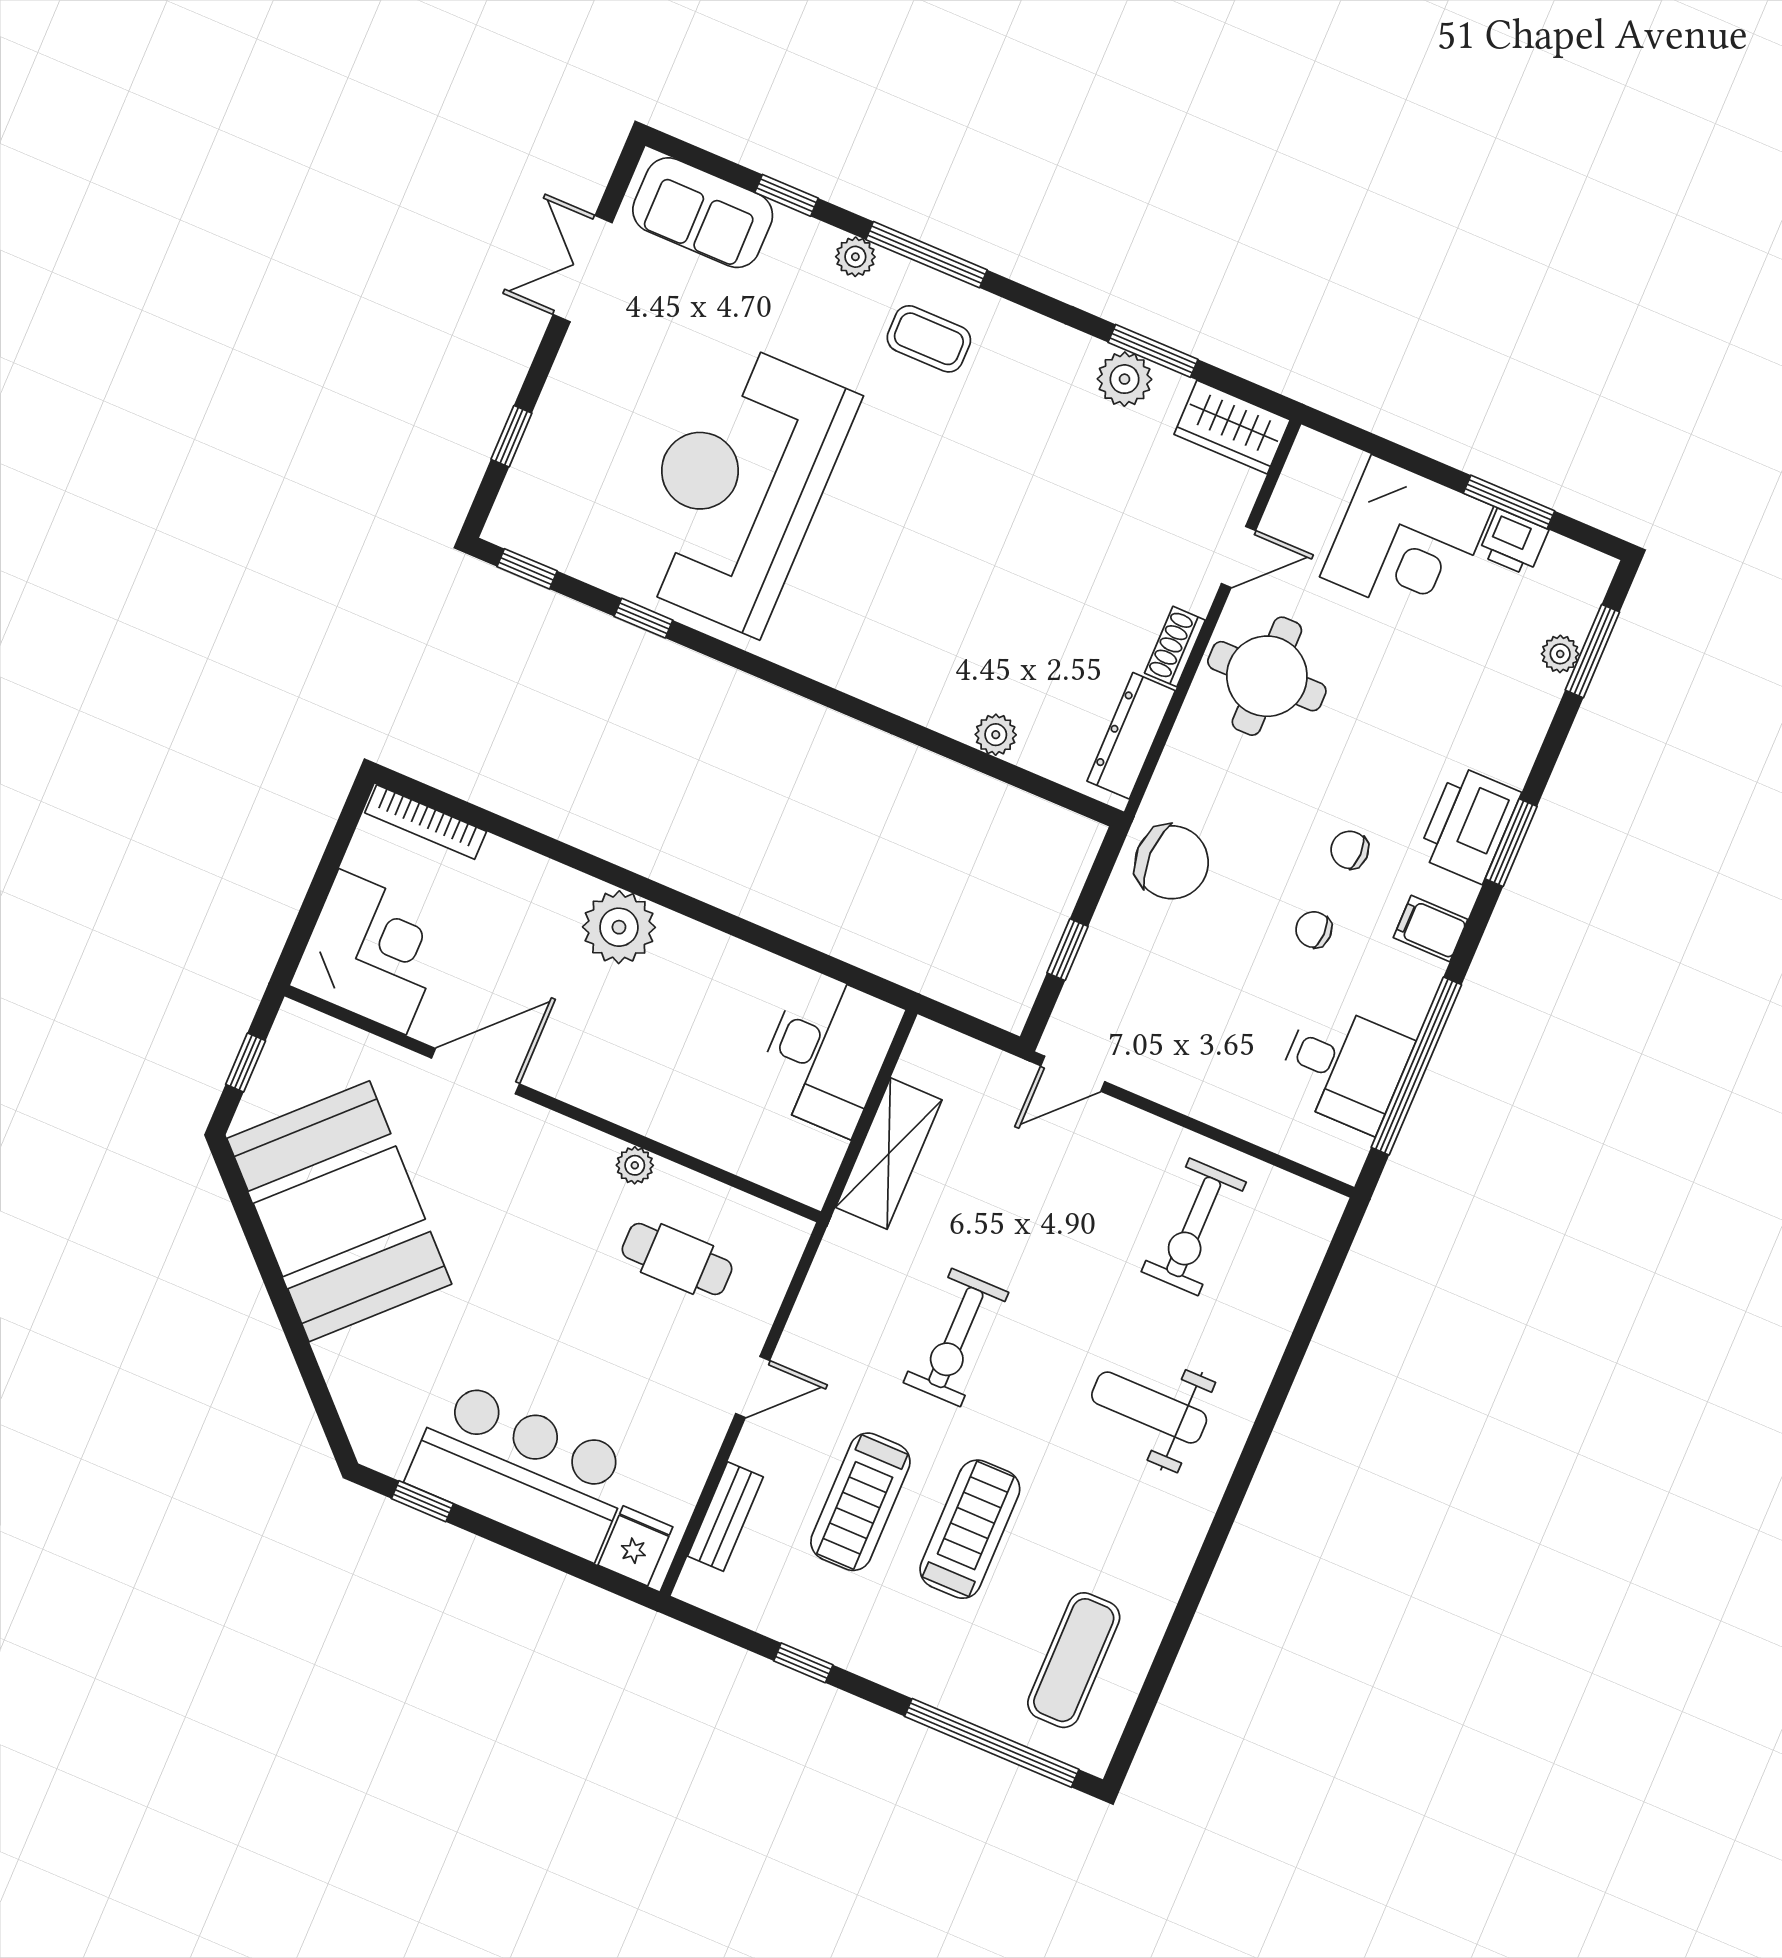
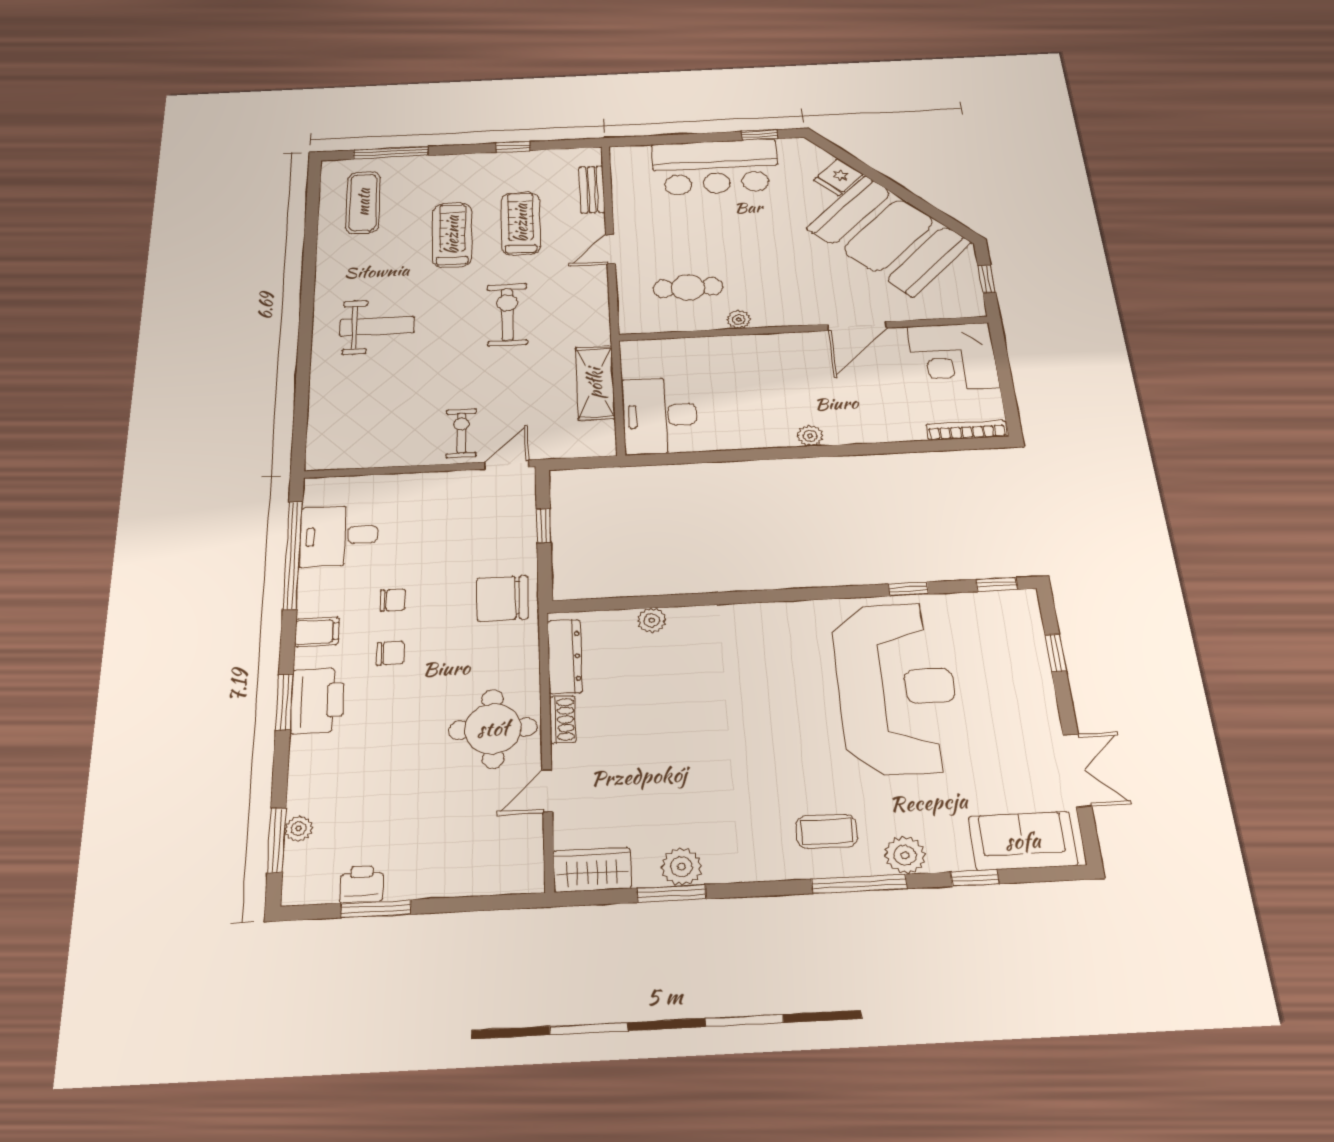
plant: (855, 257) -> (905, 855), width x1.38, depth x1.38
corner desk: (1407, 542) -> (437, 852), removed
plant: (619, 927) -> (810, 436), width x0.53, depth x0.53
exercise bike: (1194, 1227) -> (461, 433), moved, width x0.73, depth x0.72
treadmill: (970, 1529) -> (452, 235), turned 180
fridge: (635, 1546) -> (838, 177), moved, turned 45
window: (992, 1743) -> (391, 153), width x0.68

